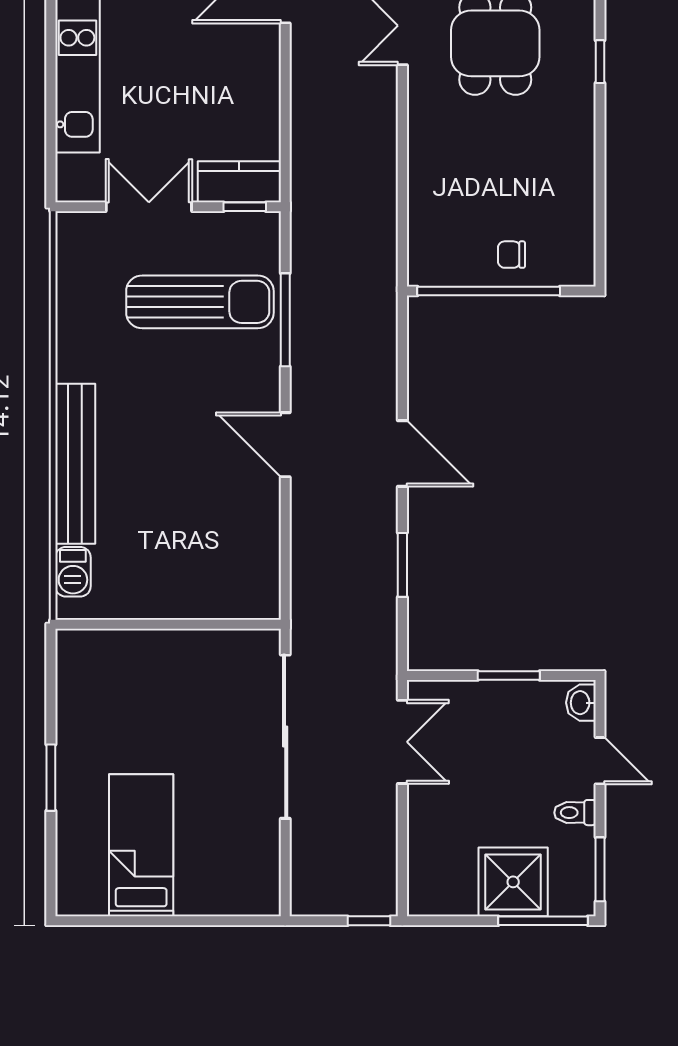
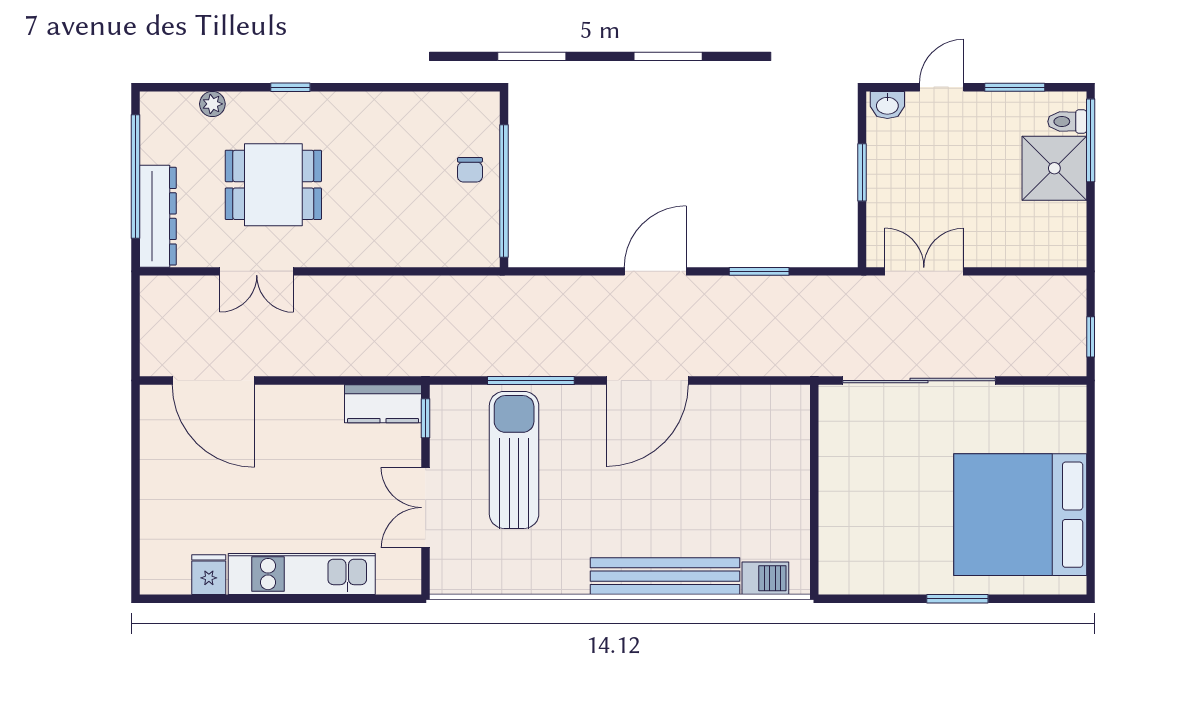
kitchen counter: (239, 182) -> (383, 404), moved, turned -90
door: (285, 445) -> (647, 381), width x1.36
toilet: (575, 813) -> (1067, 122), moved, turned 90
bed: (141, 845) -> (1020, 515), width x2.04
window: (600, 869) -> (1015, 87), moved
window: (369, 921) -> (1091, 337), moved

